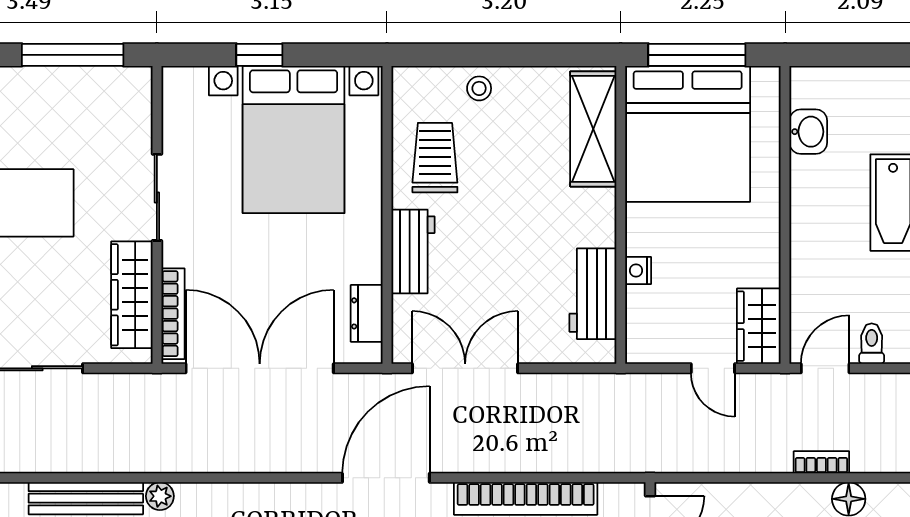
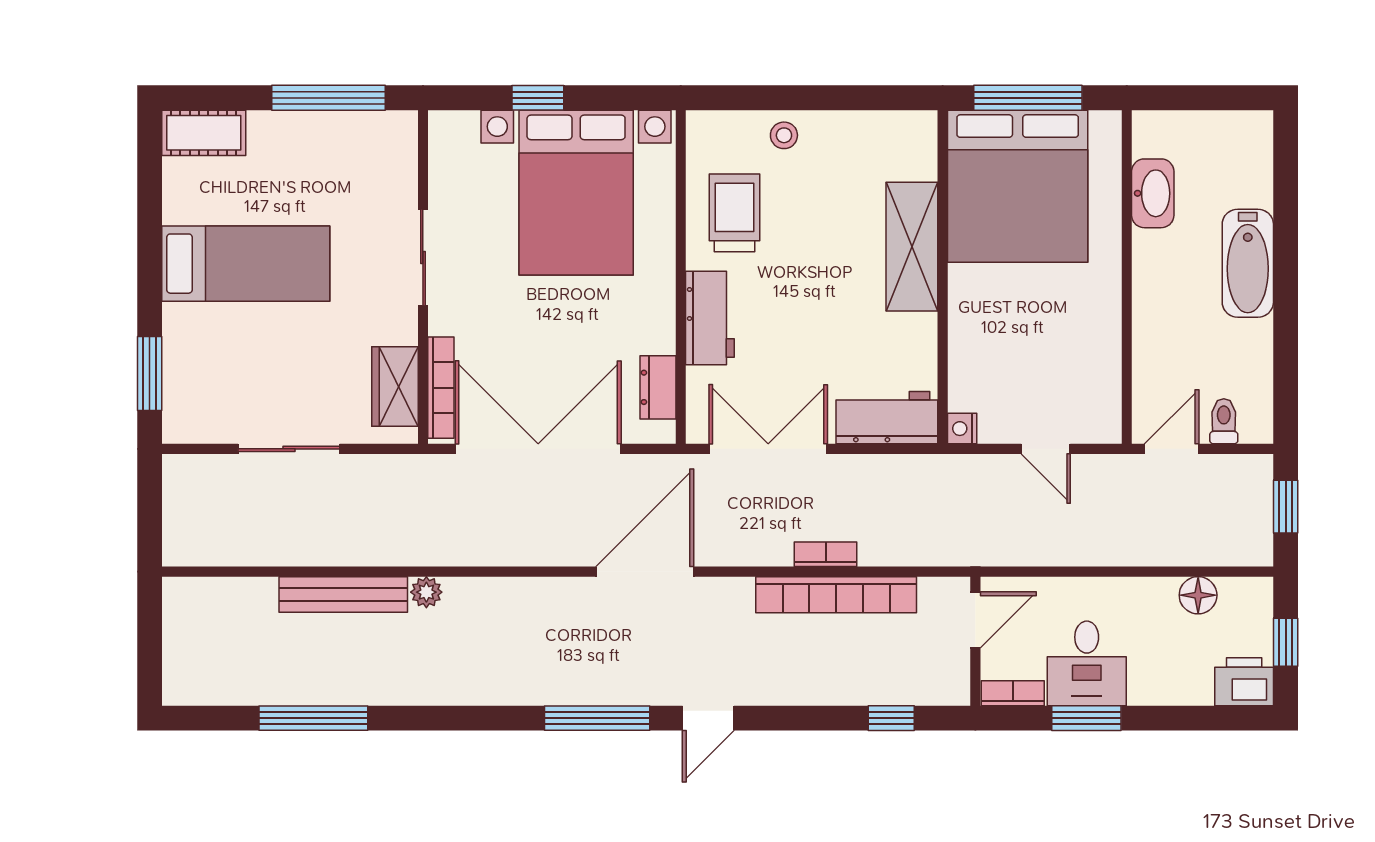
shelving: (593, 129) -> (912, 247), moved
washbasin: (808, 132) -> (1153, 193), width x1.38
nightstand: (638, 271) -> (962, 429), moved
workbench: (593, 294) -> (887, 418), moved, turned 90
wardrobe: (132, 295) -> (395, 386), width x0.67
wardrobe: (759, 326) -> (1097, 402), removed
bookcase: (821, 462) -> (826, 554), moved
door: (386, 478) -> (645, 572), moved

